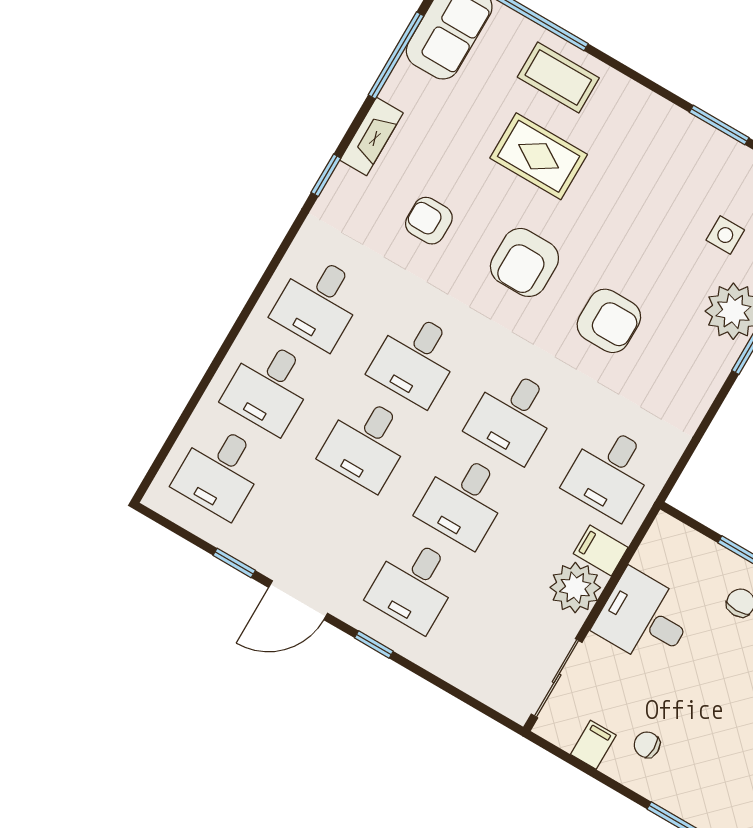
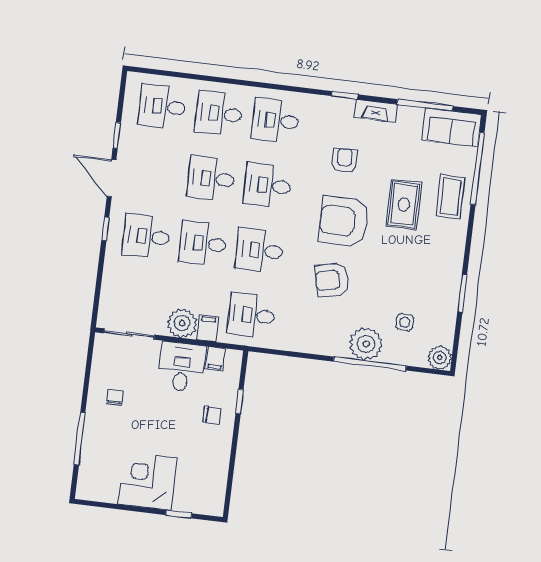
armchair: (524, 262) -> (344, 221), width x1.36, depth x1.36
armchair: (609, 321) -> (332, 280), turned 77
filing cabinet: (593, 745) -> (215, 359), moved, turned 90

